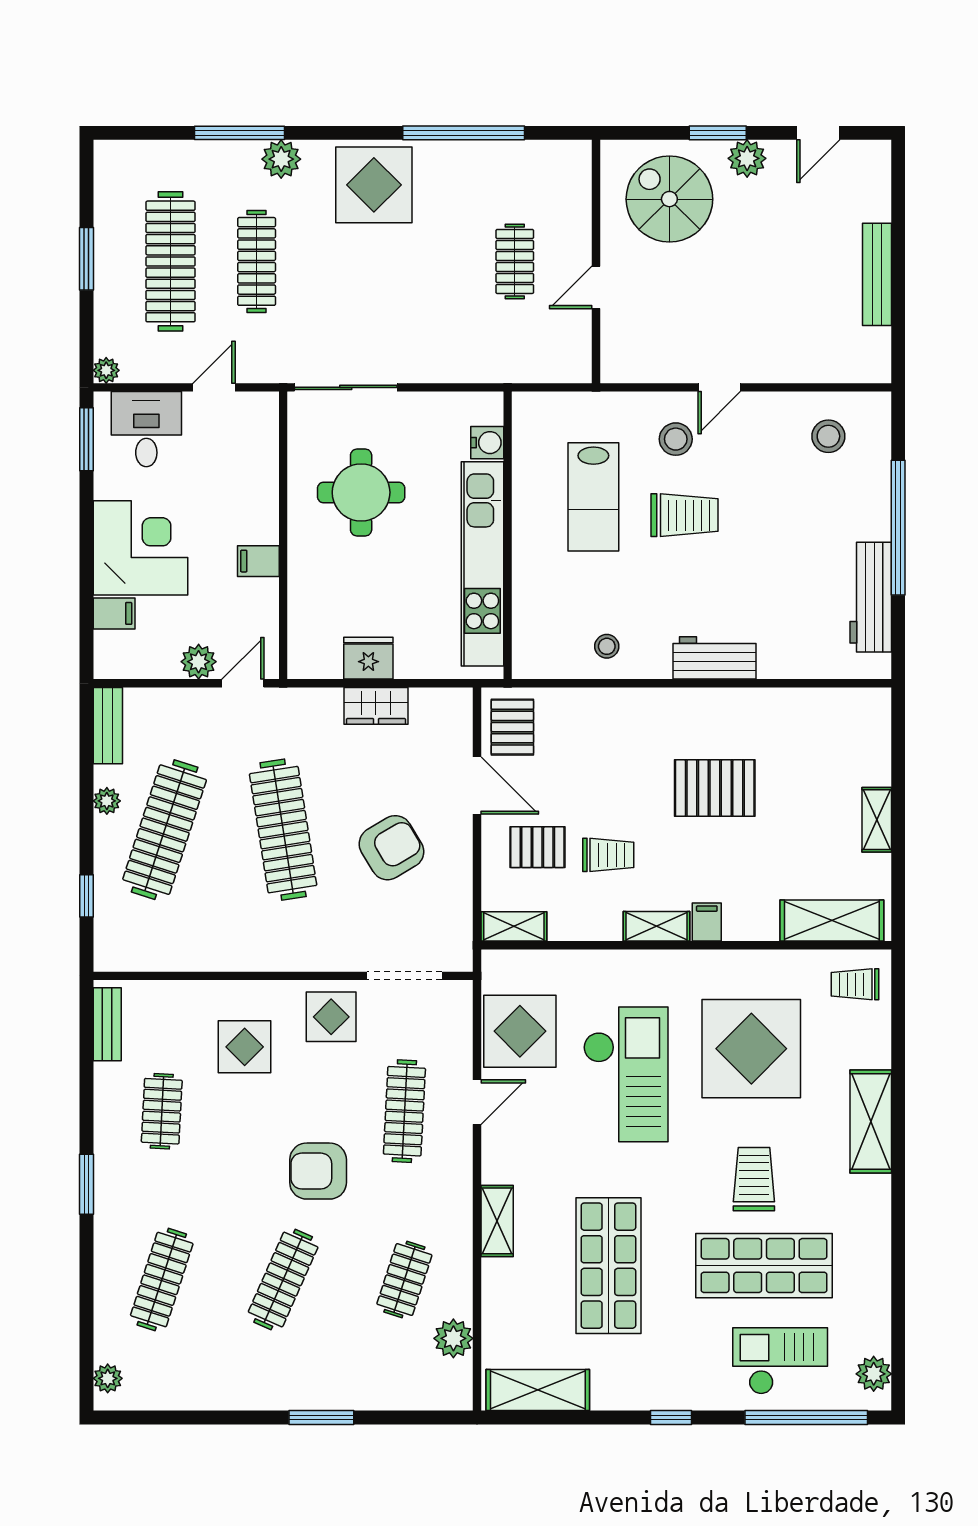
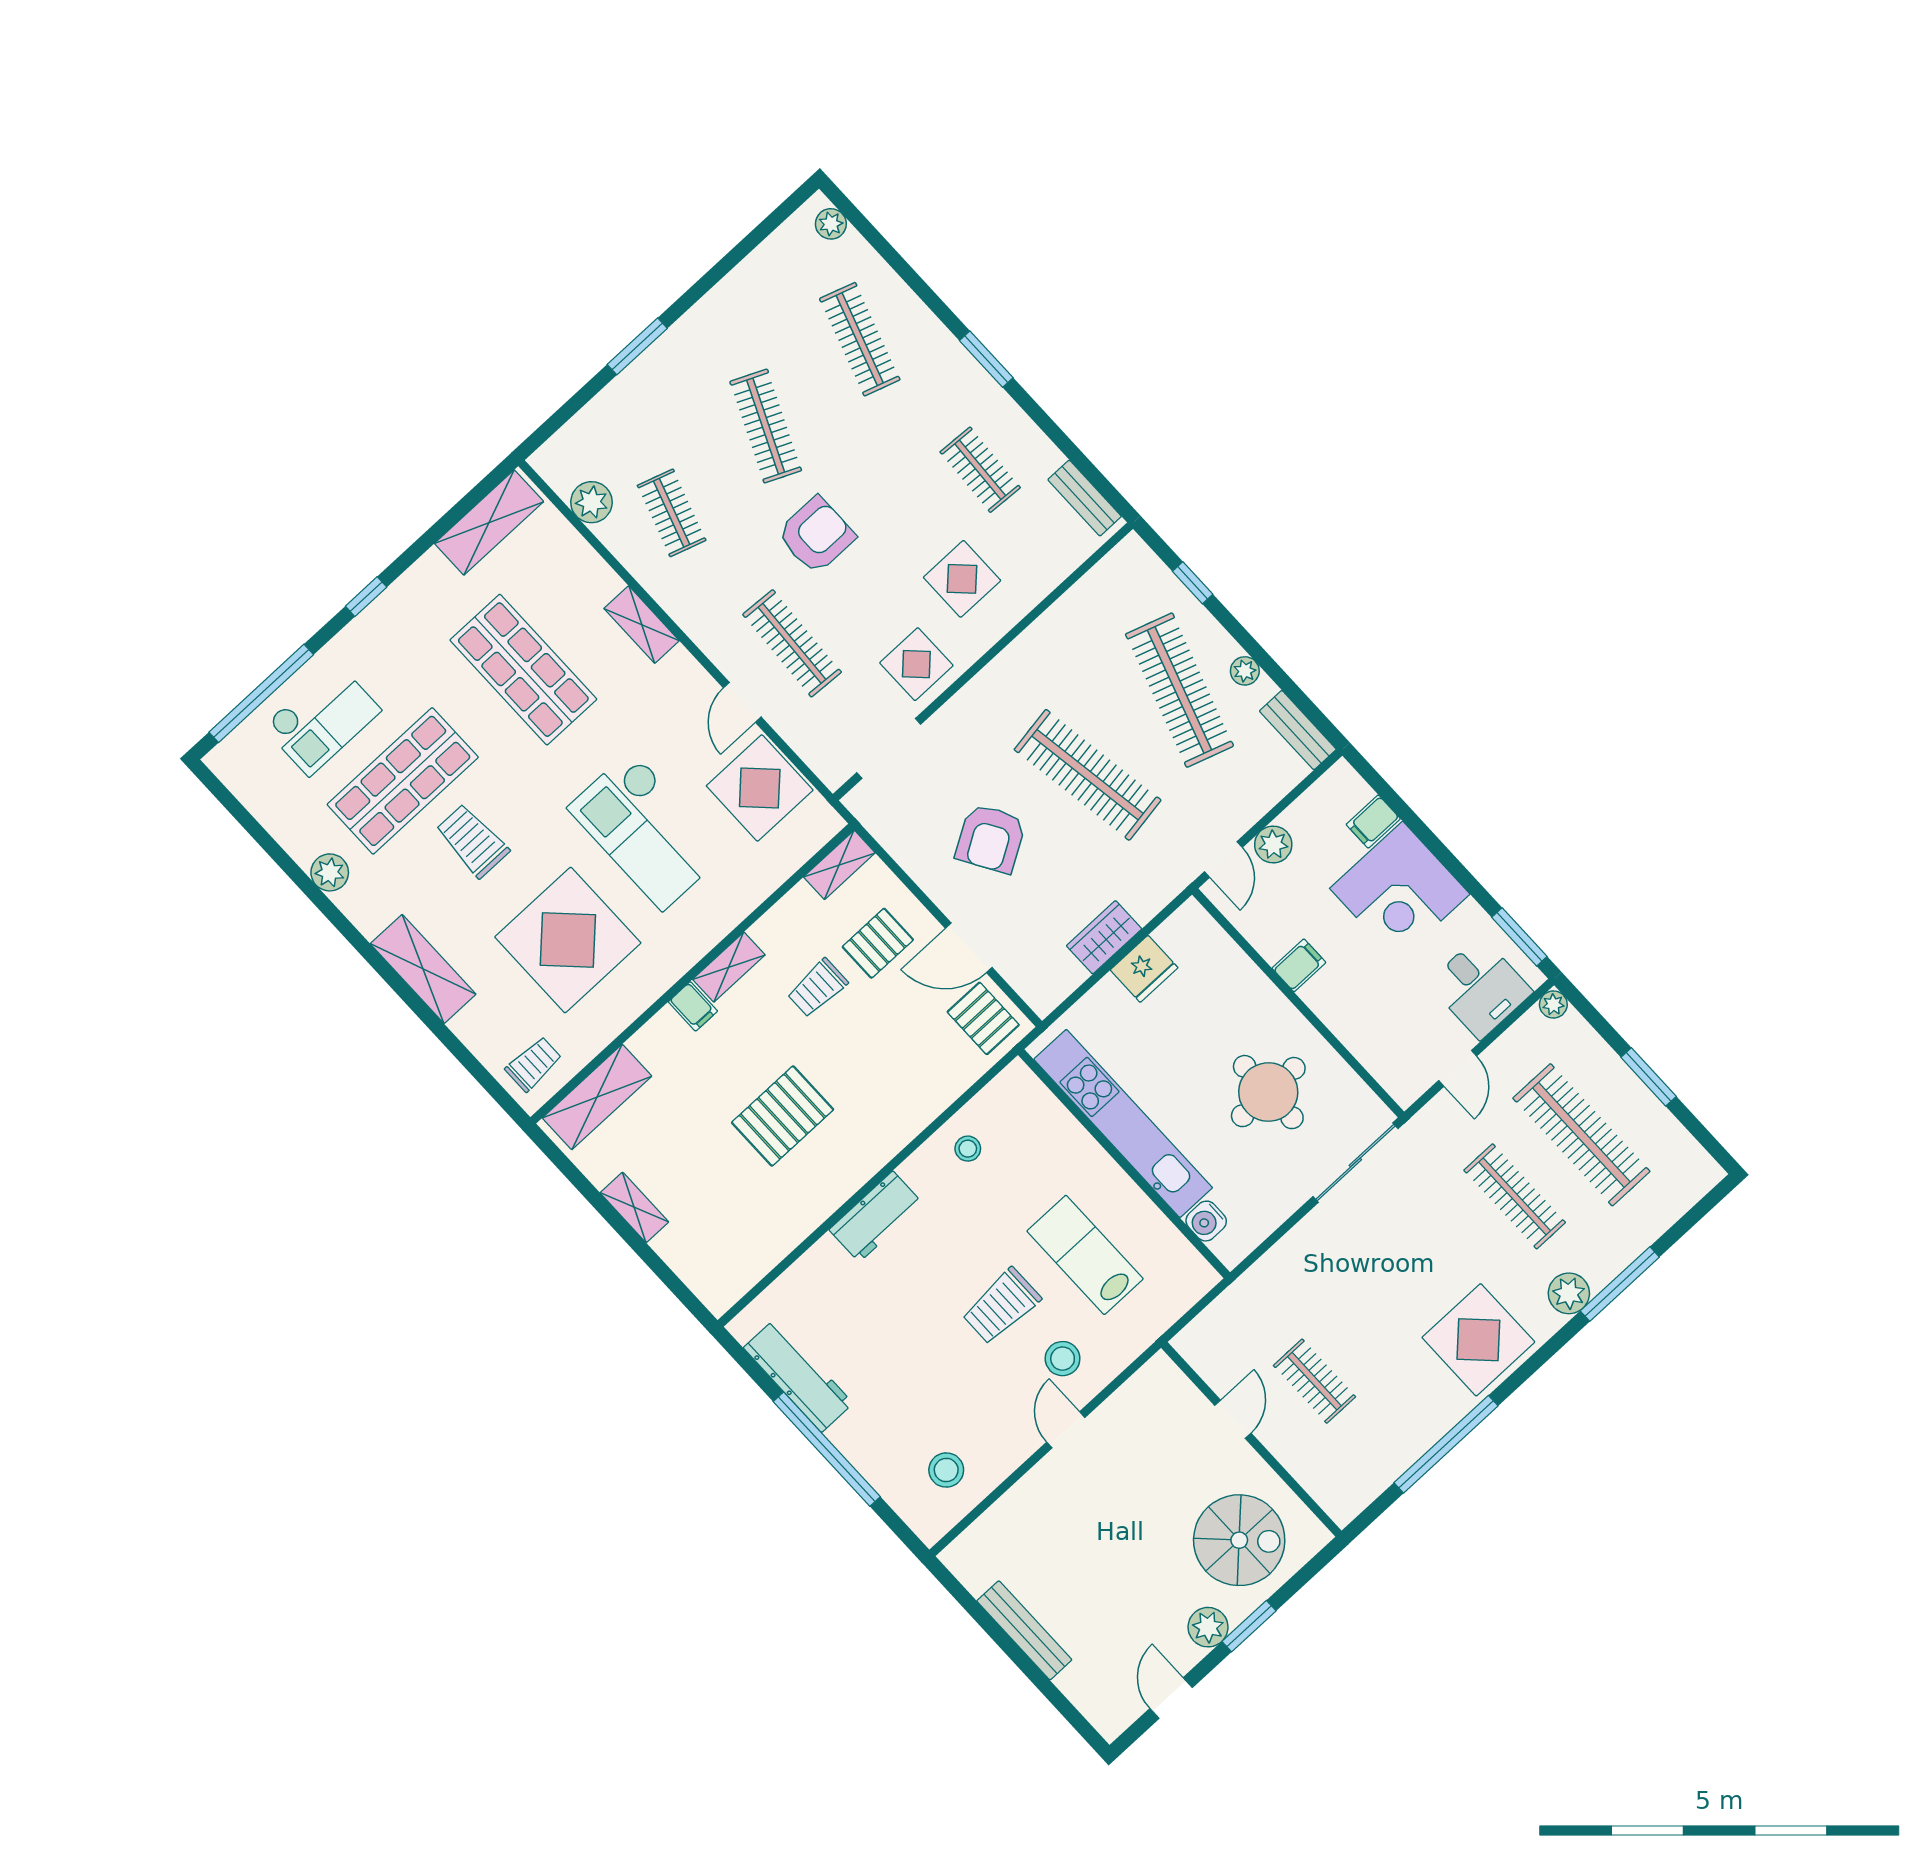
trolley: (754, 1179) -> (472, 841), turned 180
plant: (874, 1374) -> (330, 872), moved

